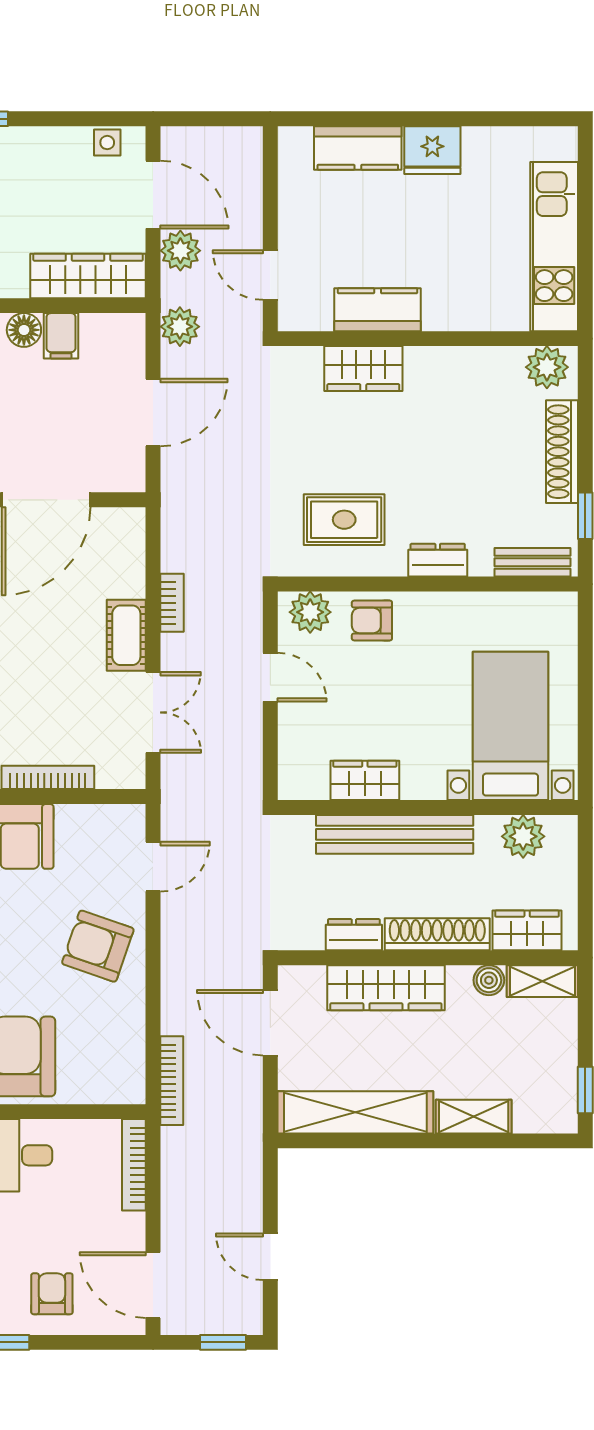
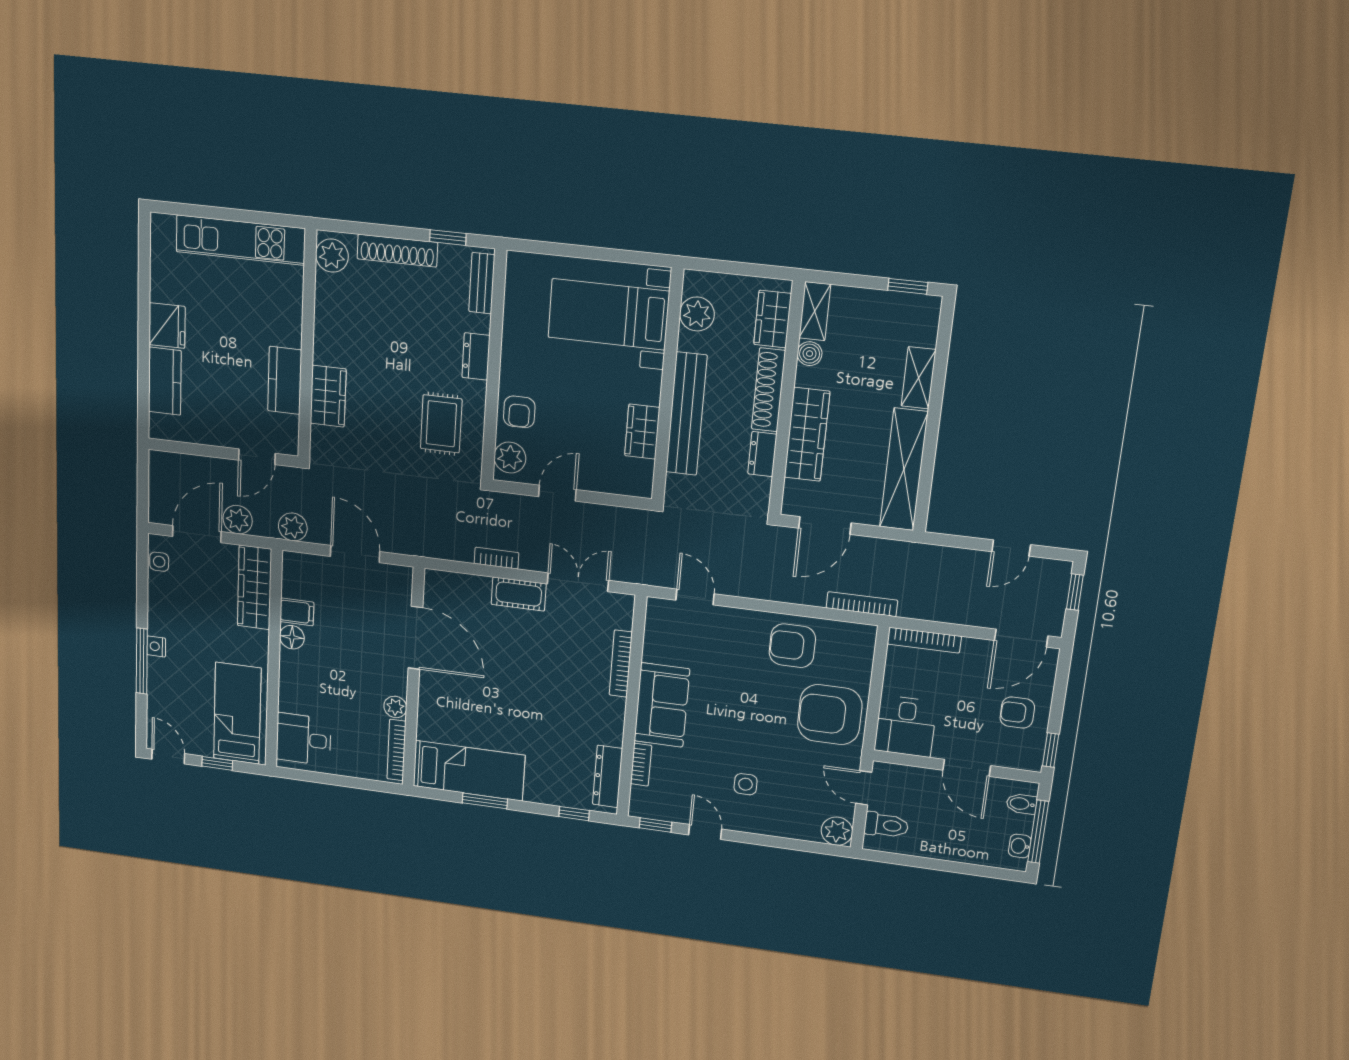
armchair: (98, 946) -> (792, 646), moved, turned 71

